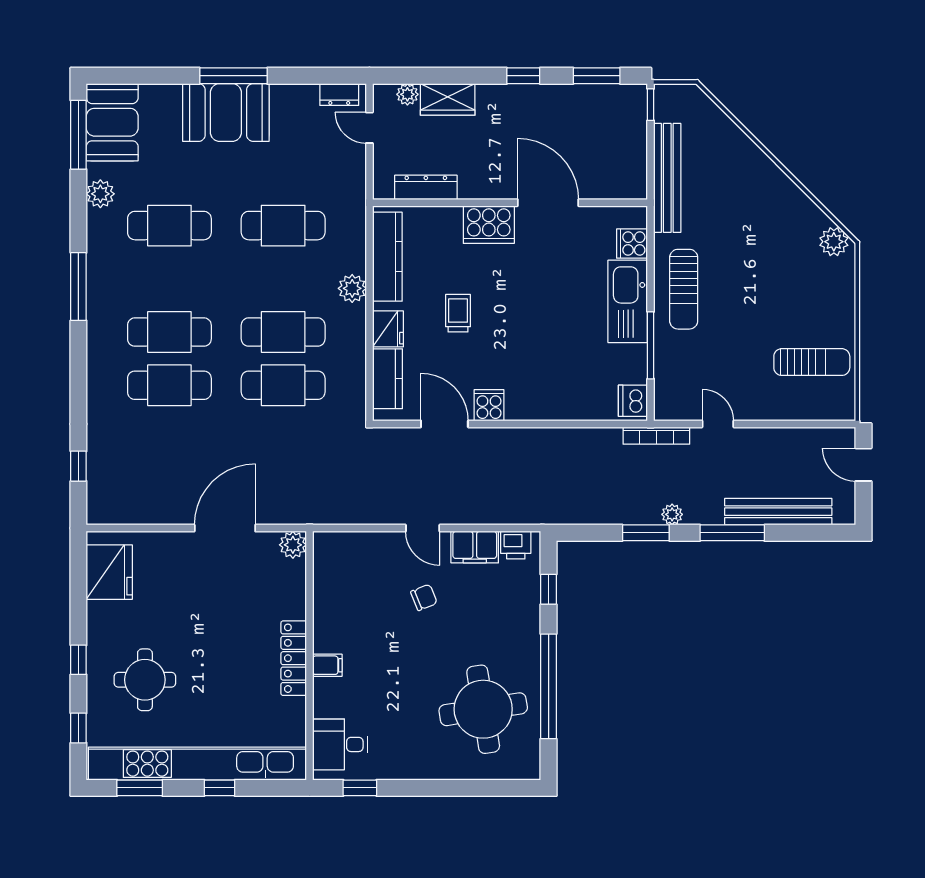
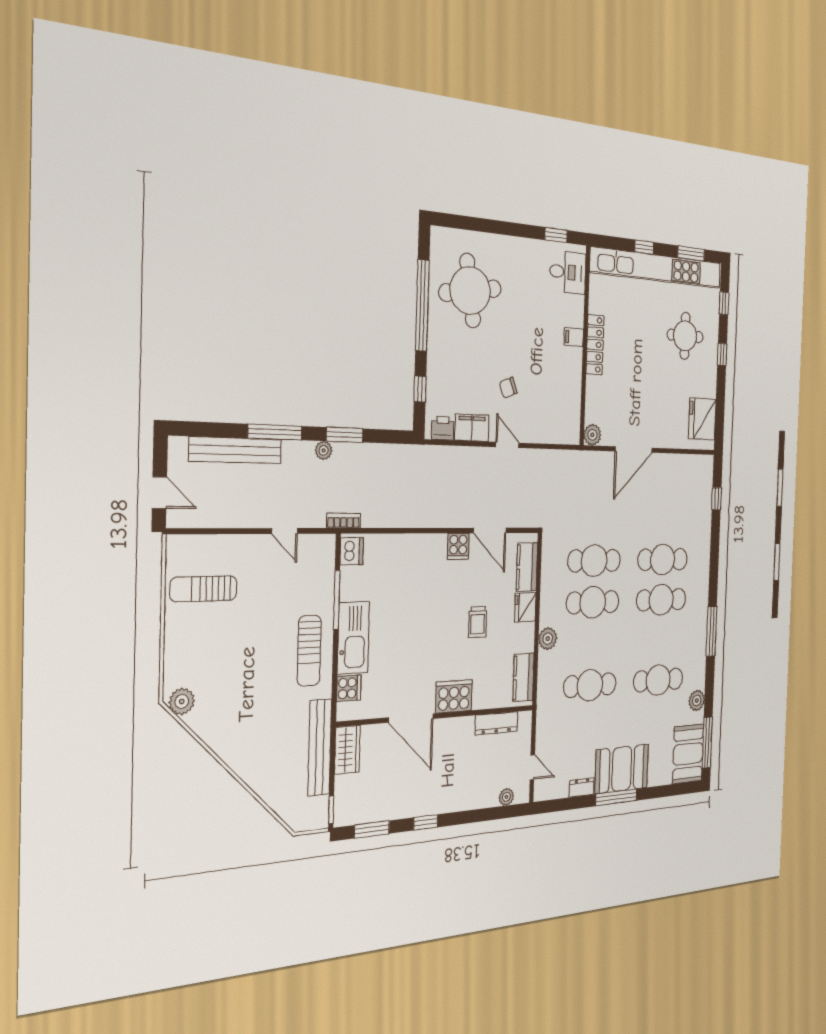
dresser: (339, 94) -> (582, 787), moved
wardrobe: (448, 99) -> (347, 750), moved, turned 90
kitchen counter: (387, 257) -> (524, 677), width x0.67
sun lounger: (684, 289) -> (309, 651), turned 180
bookcase: (656, 436) -> (344, 521), width x0.64

